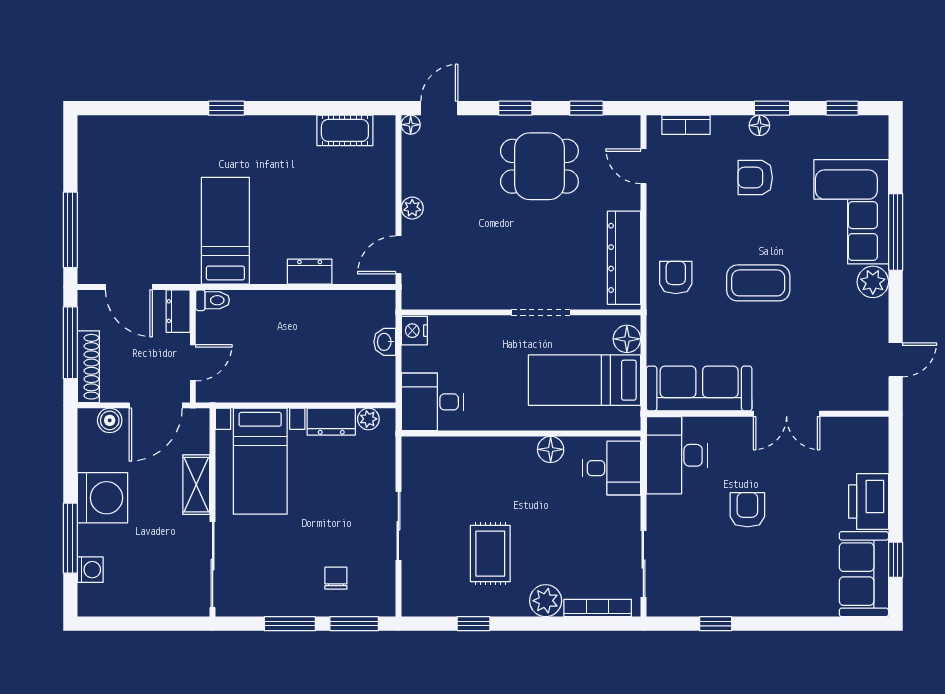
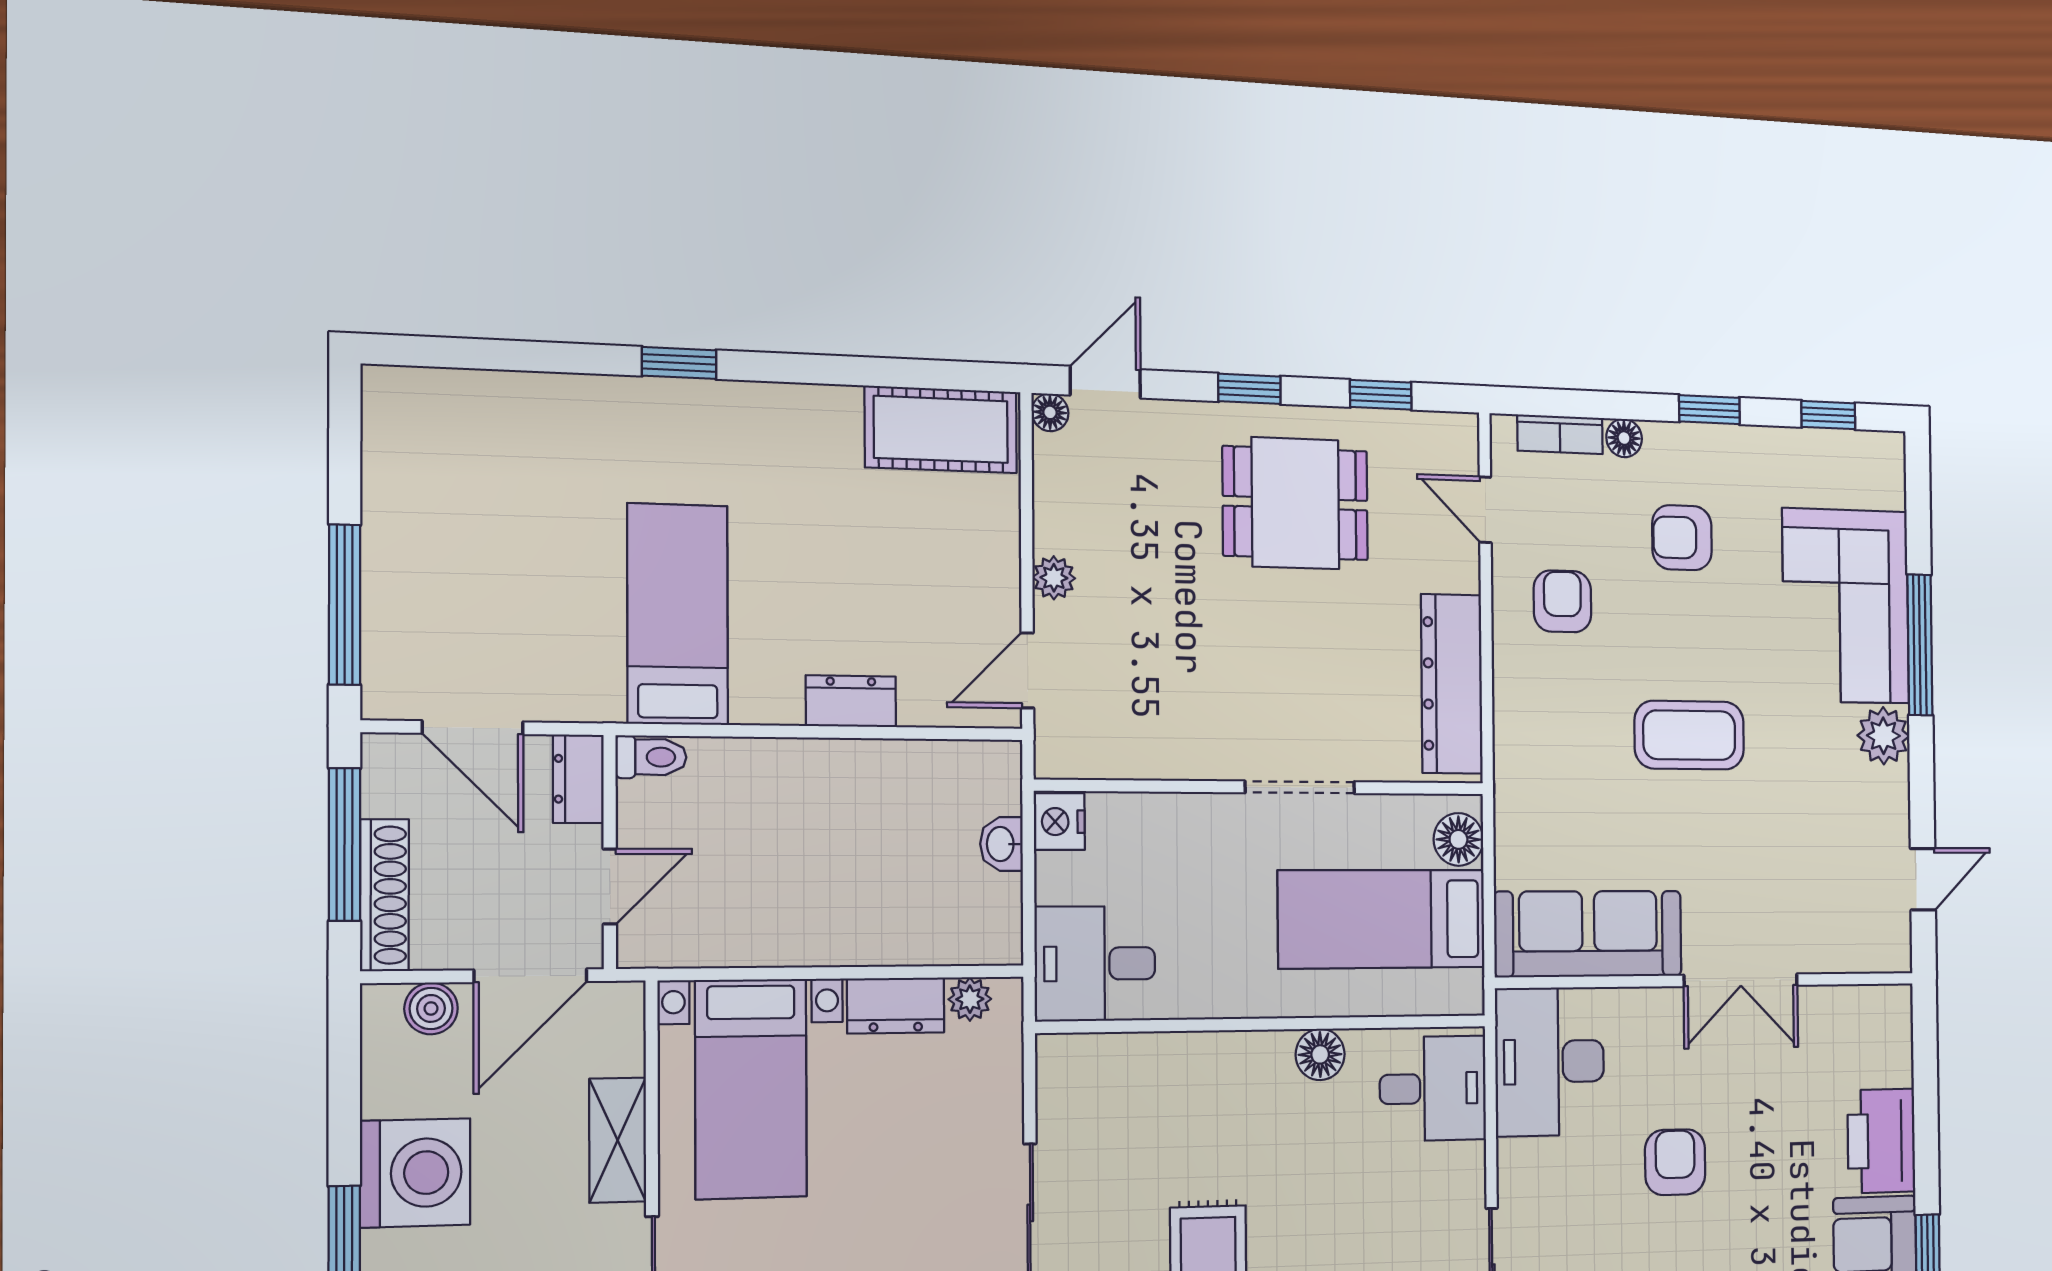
floor lamp: (759, 125) -> (1624, 438), moved
cot: (345, 130) -> (941, 430), width x1.37, depth x1.34
armchair: (676, 277) -> (1562, 601), moved

